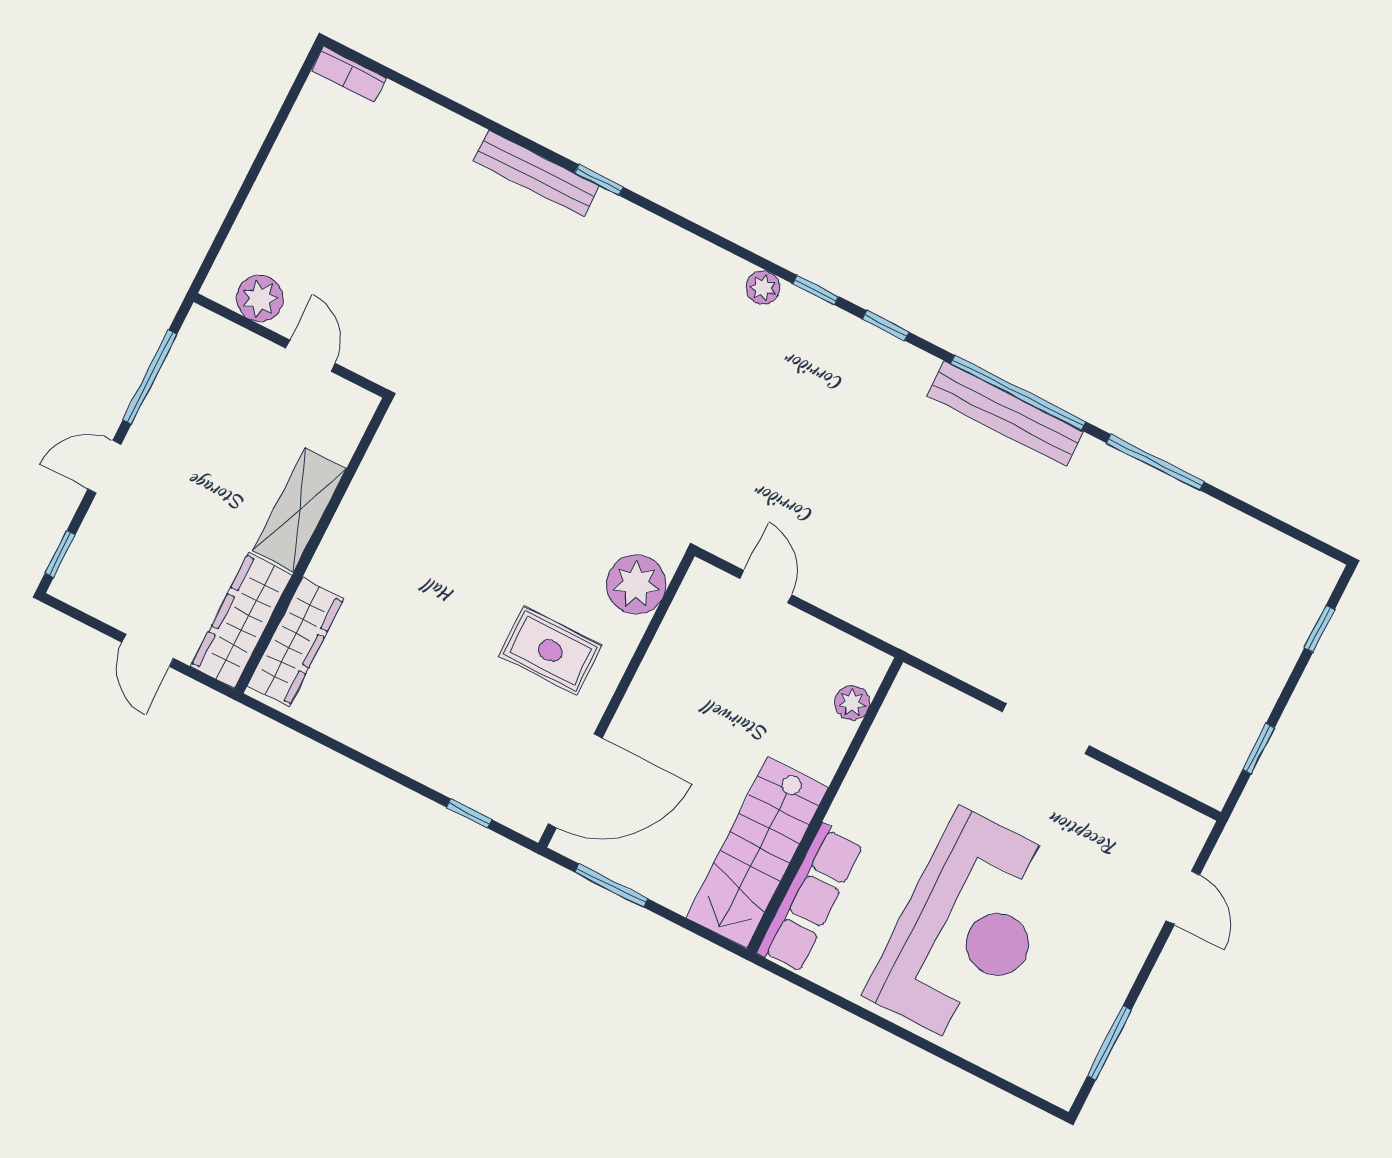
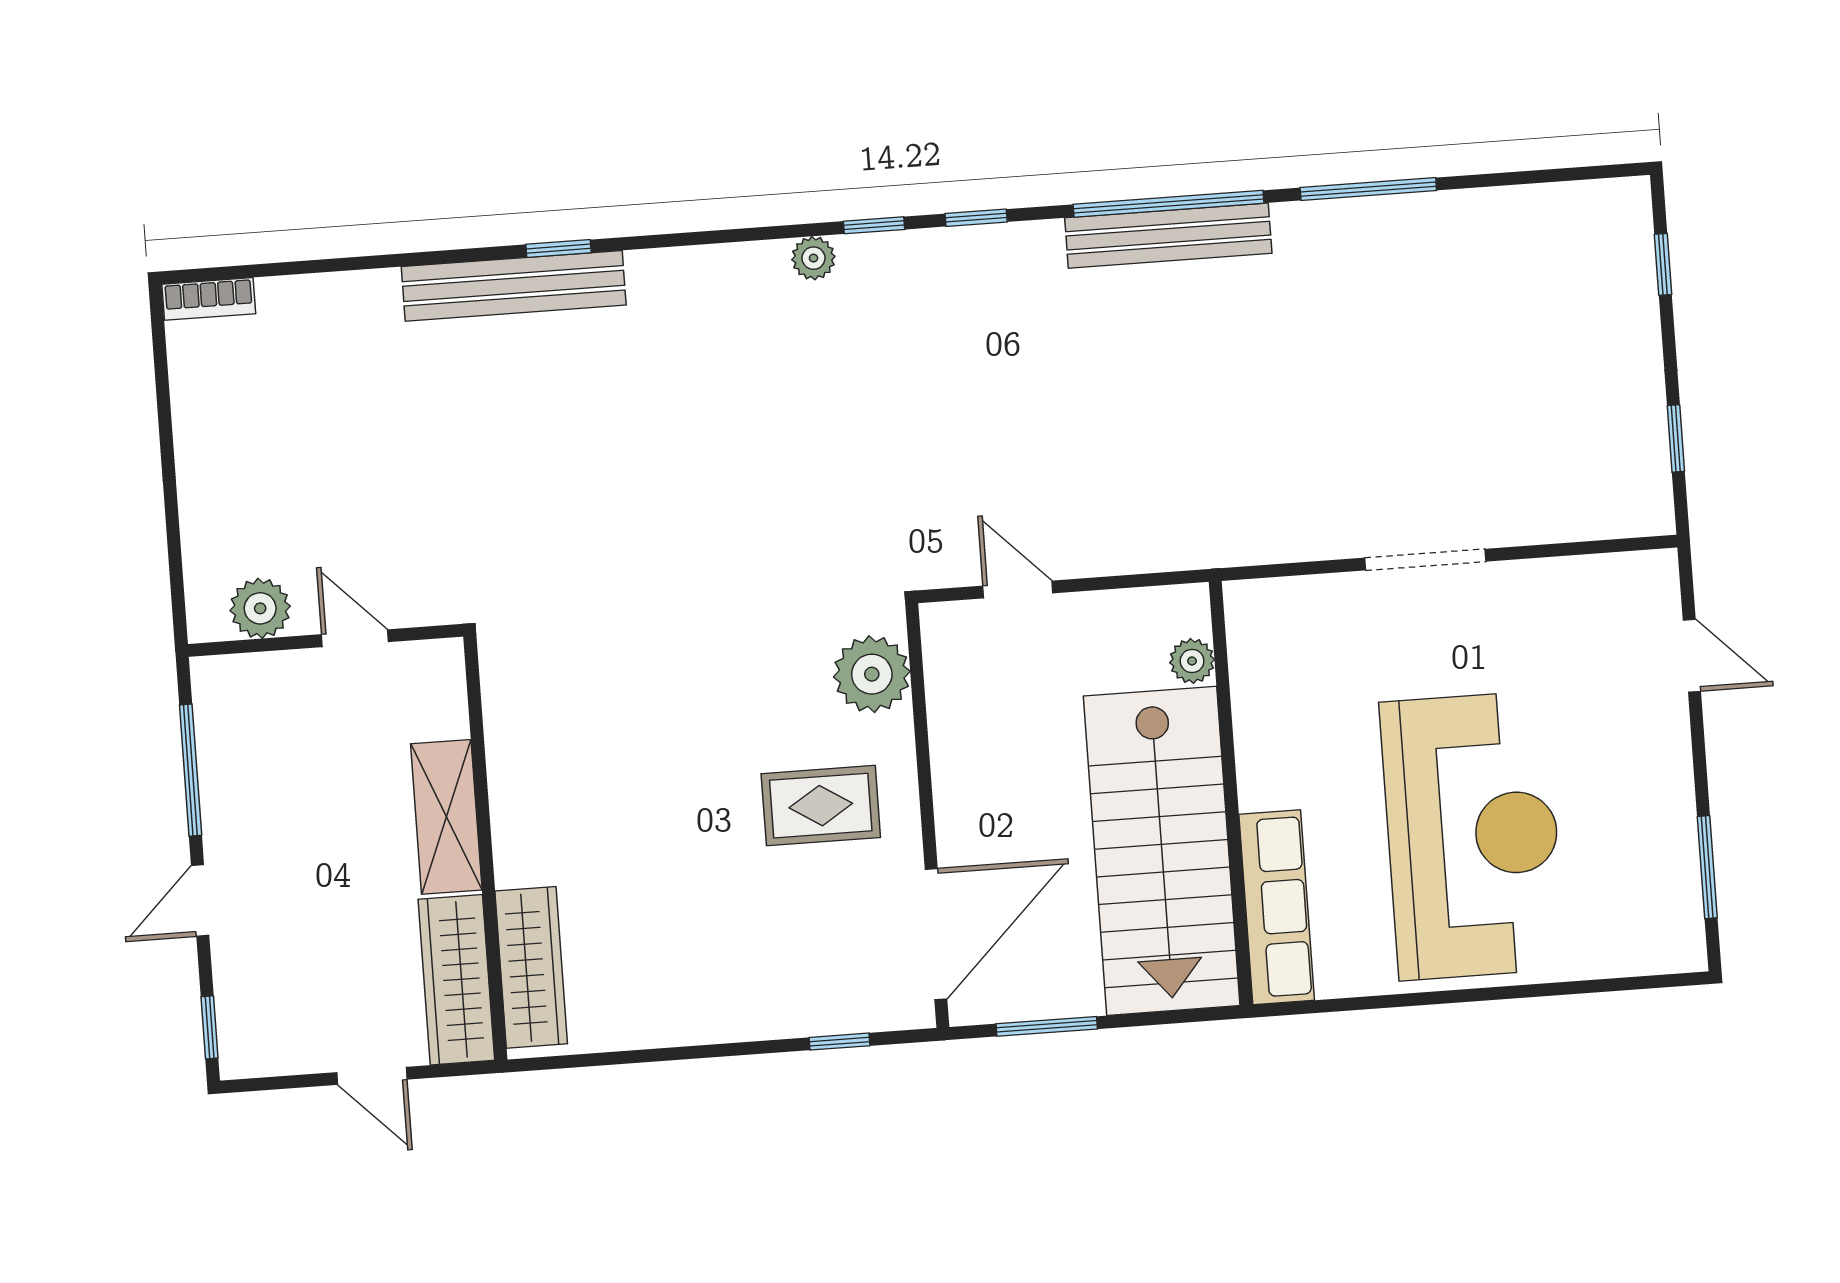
bench: (536, 173) -> (514, 286), width x1.37, depth x1.21
stairs: (757, 853) -> (1162, 851), width x1.36, depth x1.51

